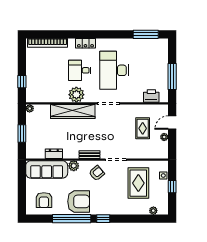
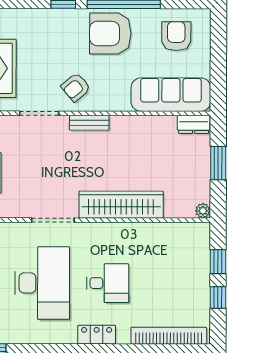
window: (22, 63) -> (218, 297), added
plant: (76, 95) -> (114, 237), removed
dresser: (54, 154) -> (194, 124), moved
plant: (74, 166) -> (120, 101), removed

